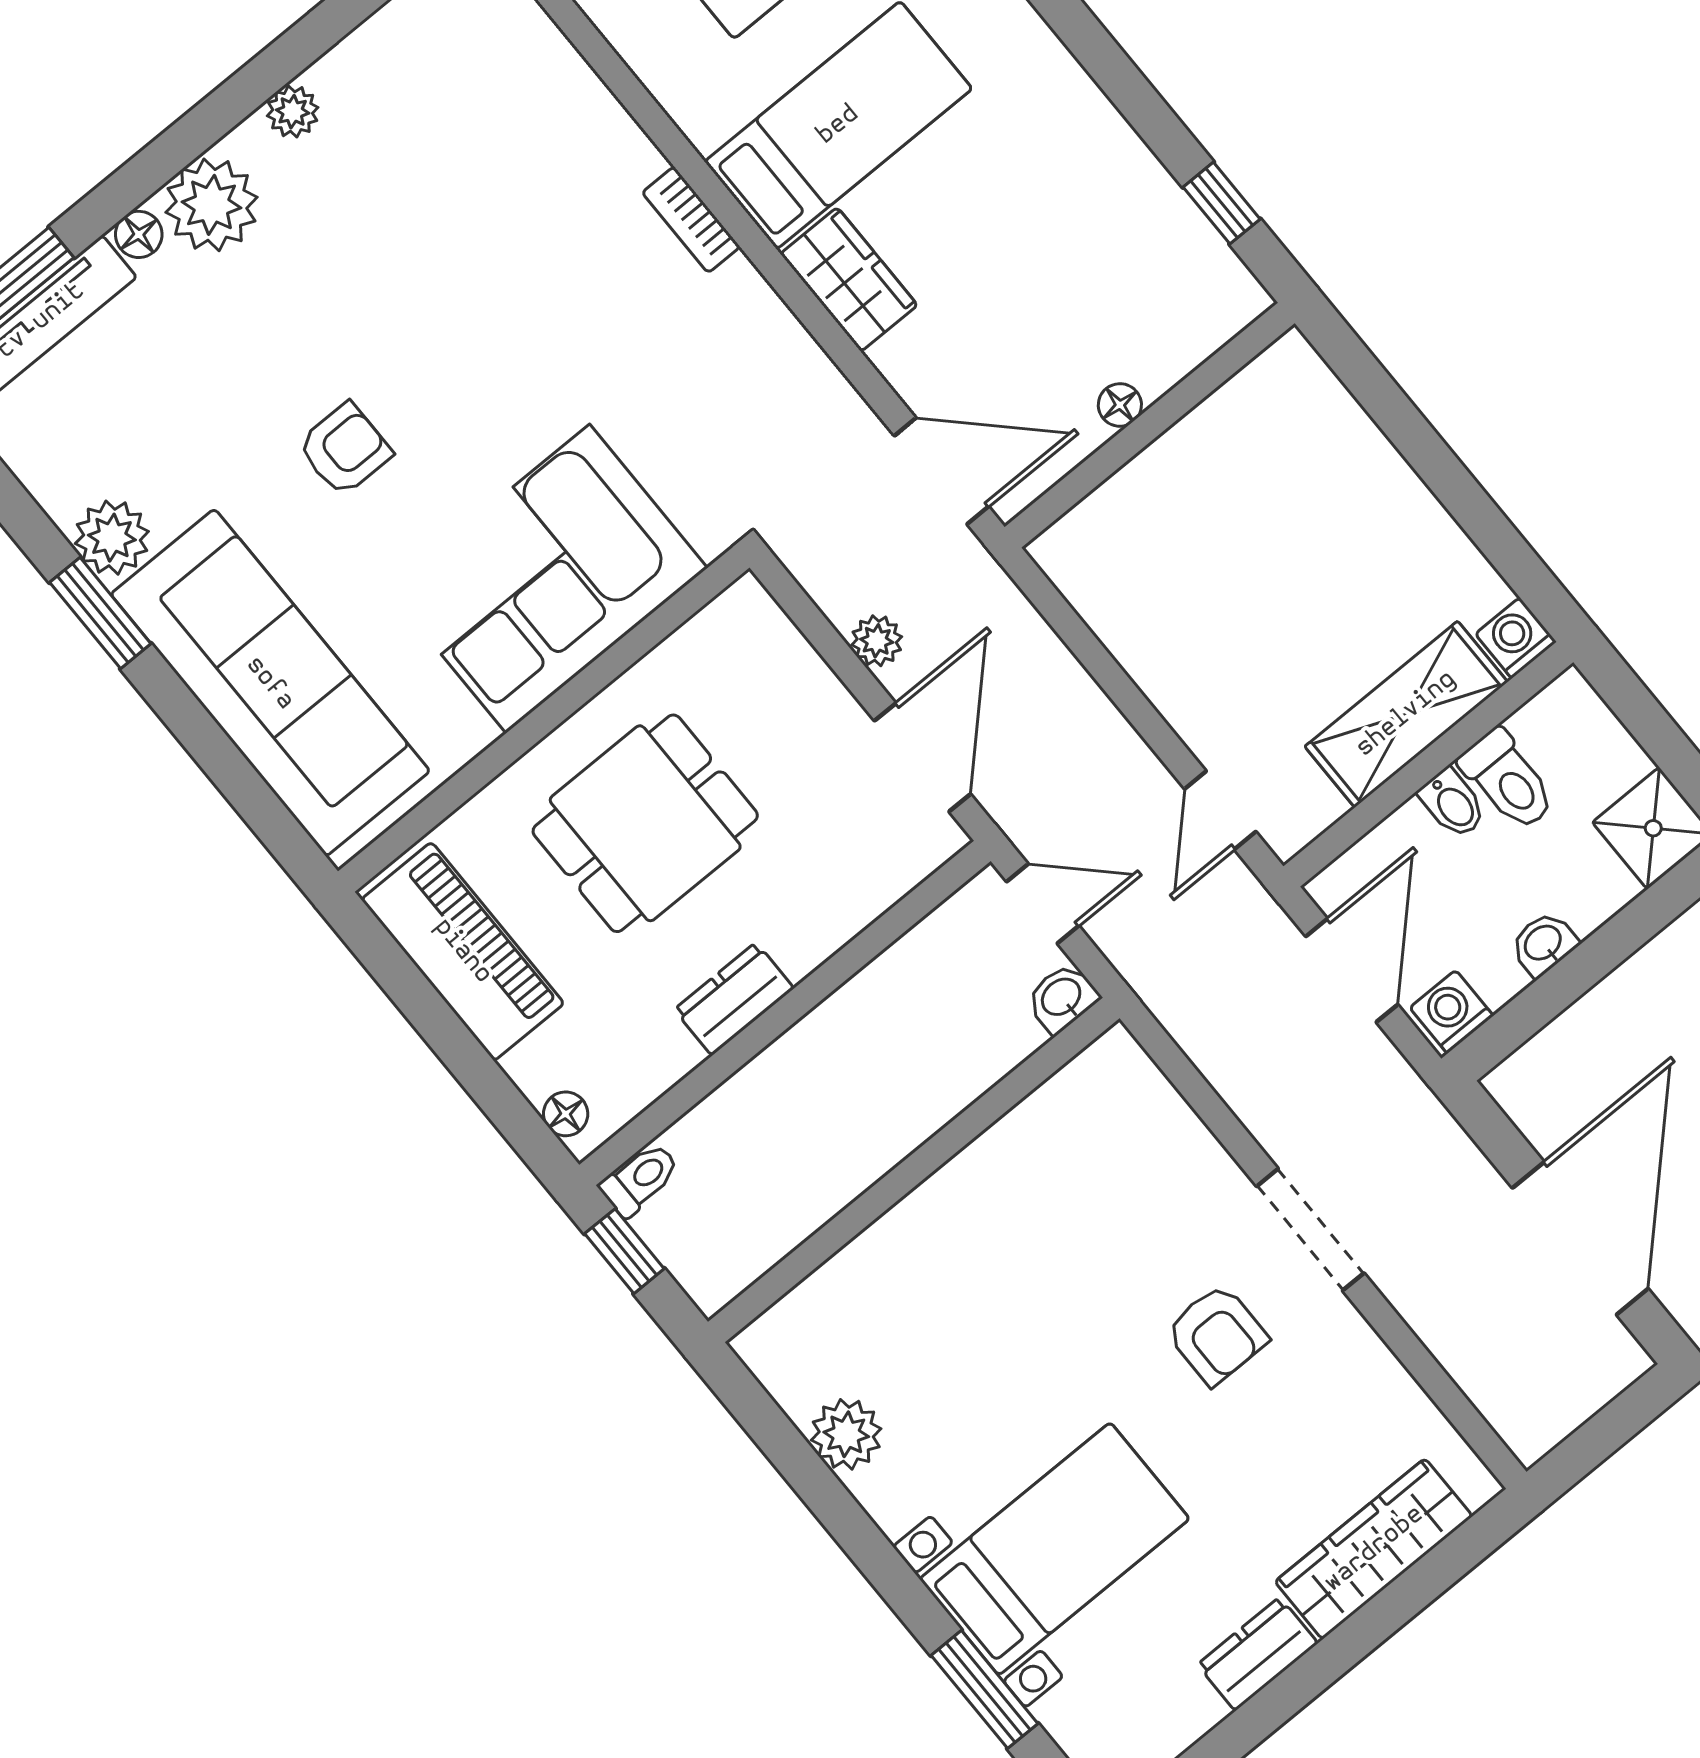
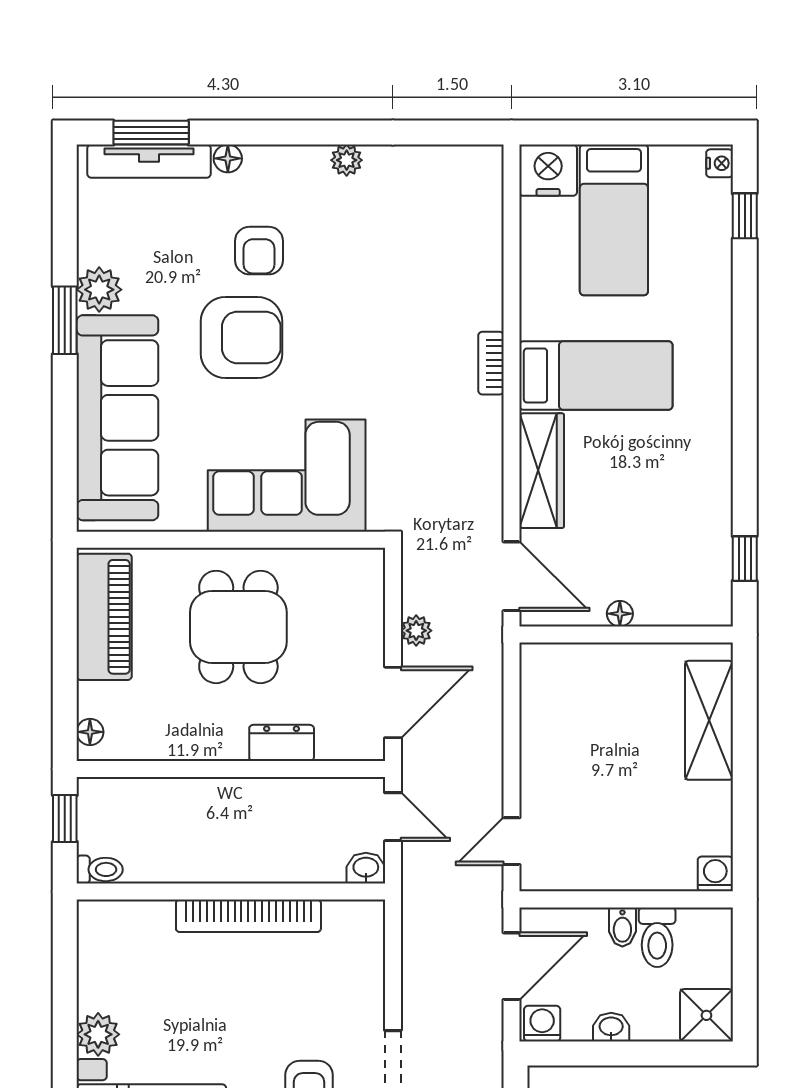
plant: (212, 205) -> (273, 173), removed
wardrobe: (849, 279) -> (542, 471), width x1.50
armchair: (276, 320) -> (259, 251), added
armchair: (345, 449) -> (241, 337), width x1.88, depth x1.88
shelving: (1406, 714) -> (709, 720), moved, turned 90
dining table: (645, 823) -> (238, 627), turned 90
dresser: (734, 999) -> (282, 743), moved
toilet: (640, 1179) -> (100, 869), moved
bookcase: (962, 1183) -> (248, 916), added
plant: (846, 1434) -> (98, 1034), moved

